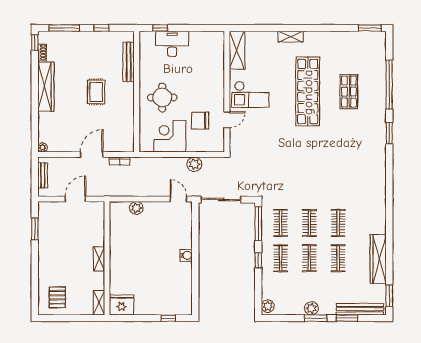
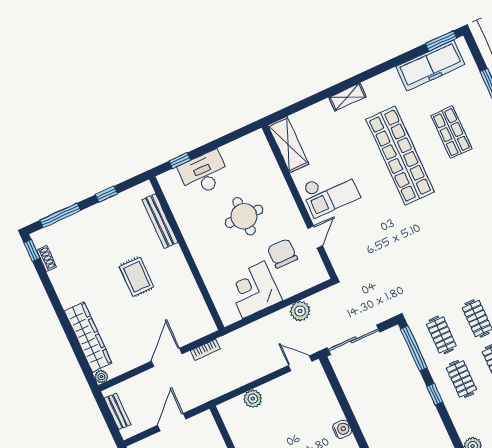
freezer: (355, 41) -> (430, 66), added
wardrobe: (46, 87) -> (88, 337), moved
round table: (162, 98) -> (244, 216), moved
chair: (200, 121) -> (282, 253), turned 90

